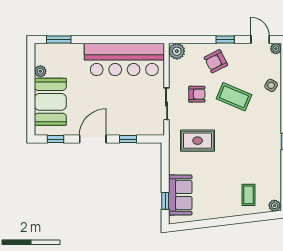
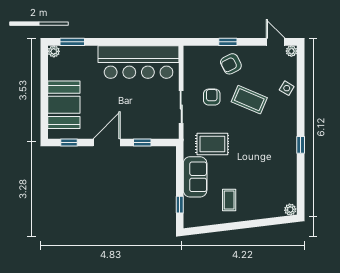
window: (225, 39) -> (228, 42), moved
plant: (177, 51) -> (192, 54), removed
plant: (40, 71) -> (54, 51), moved
armchair: (197, 94) -> (212, 97), turned -90
sofa: (180, 195) -> (195, 177), moved
coffee table: (248, 195) -> (229, 200), moved

